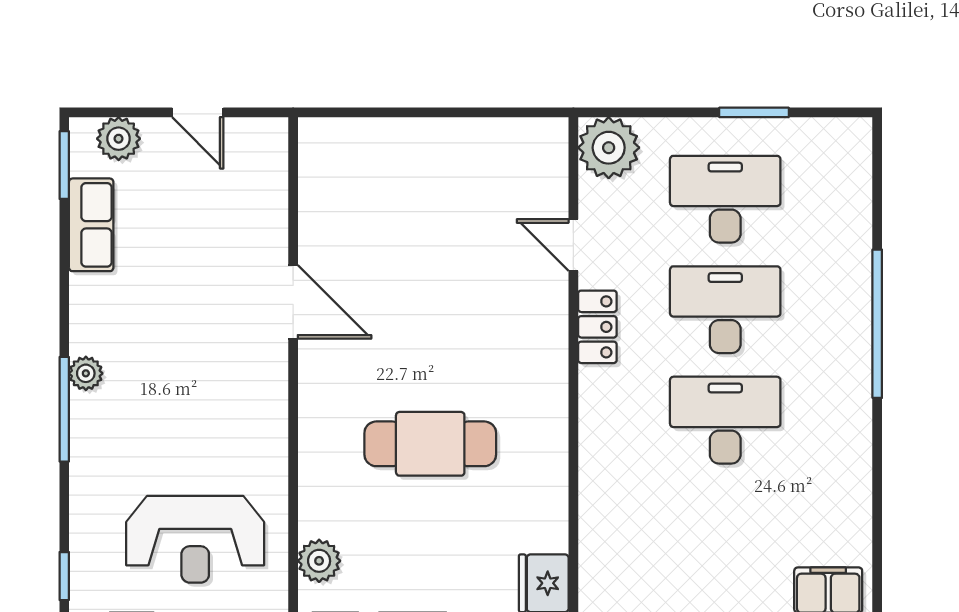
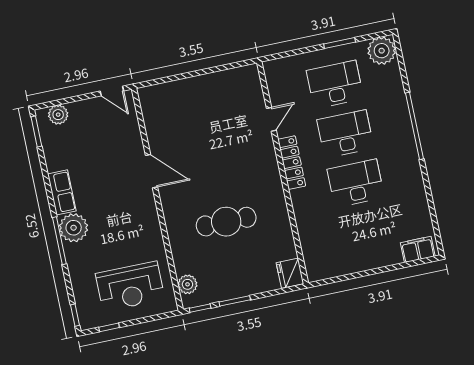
door: (198, 112) -> (112, 91), moved
plant: (609, 148) -> (382, 51), moved
row of seats: (91, 225) -> (62, 192), moved
door: (573, 245) -> (271, 119), swing flipped
locker: (597, 327) -> (292, 163), width x1.53
plant: (86, 373) -> (74, 228), width x1.87, depth x1.87

